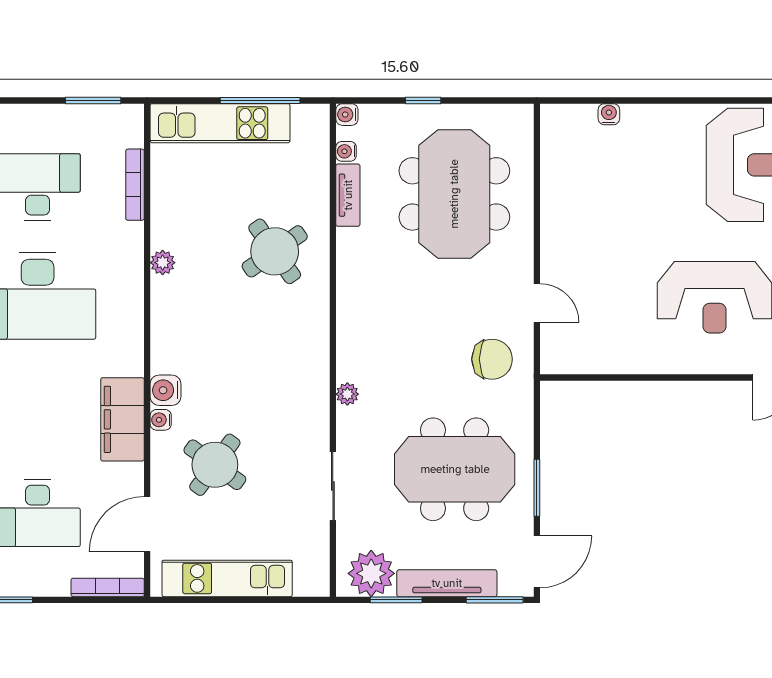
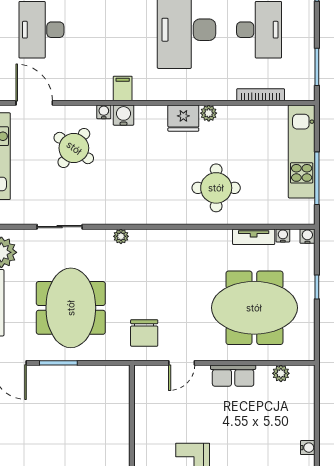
water cooler: (609, 114) -> (308, 448), moved
plant: (553, 154) -> (281, 373), added
row of seats: (556, 226) -> (233, 376), added
round table: (275, 251) -> (216, 188), turned 35
fridge: (170, 300) -> (183, 118), added
filing cabinet: (122, 419) -> (123, 88), width x0.33, depth x0.86

